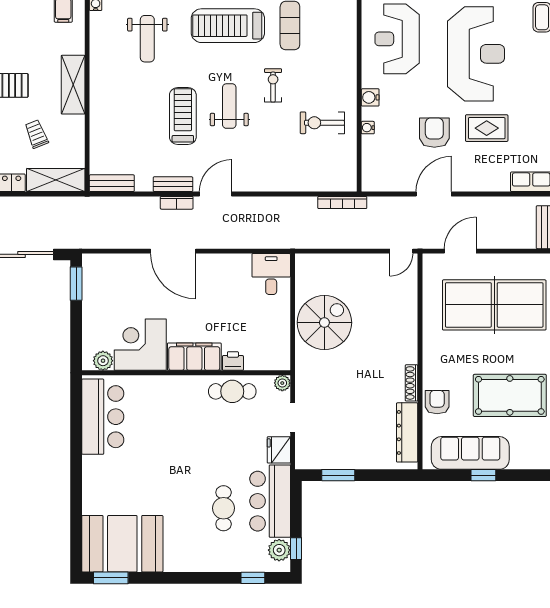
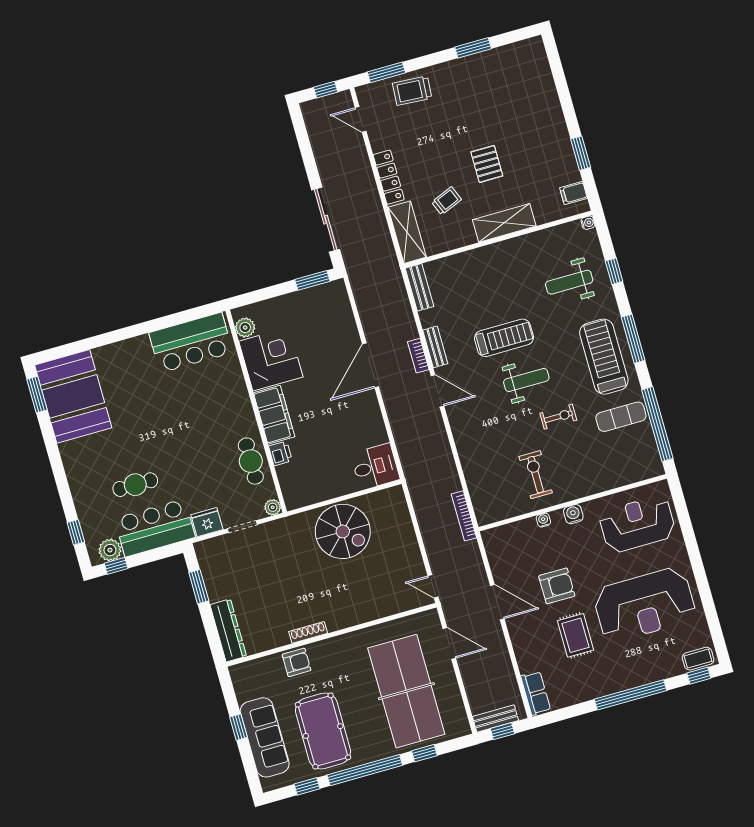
dresser: (407, 432) -> (228, 630), moved, turned 90
sofa: (470, 453) -> (265, 737), moved

